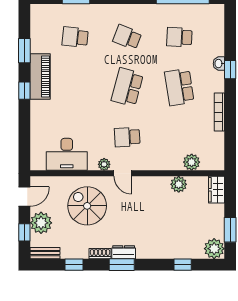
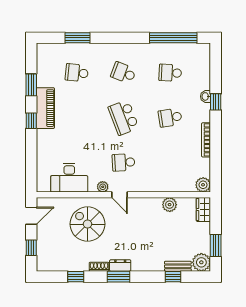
school desk: (127, 87) -> (123, 118), turned -36
school desk: (179, 87) -> (170, 118), width x0.54
plant: (192, 162) -> (203, 185), moved
plant: (41, 223) -> (46, 239), removed
bench: (45, 253) -> (178, 266), moved

